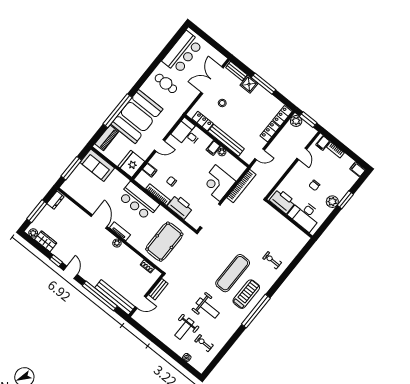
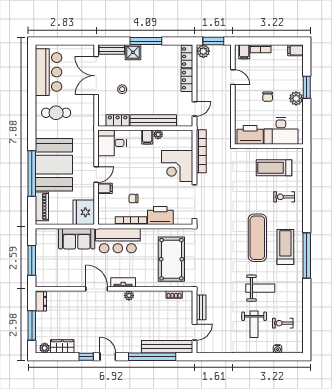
sofa: (97, 165) -> (77, 239), moved
filing cabinet: (150, 170) -> (105, 188), moved
treadmill: (281, 236) -> (274, 168), added

